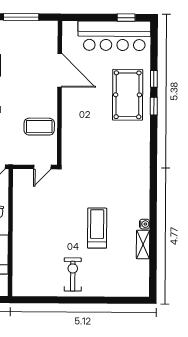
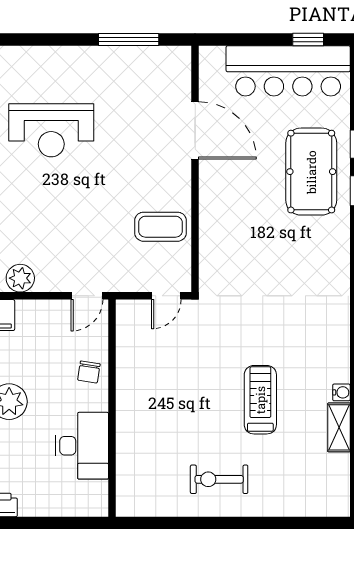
exercise bike: (73, 274) -> (219, 479), turned -90

